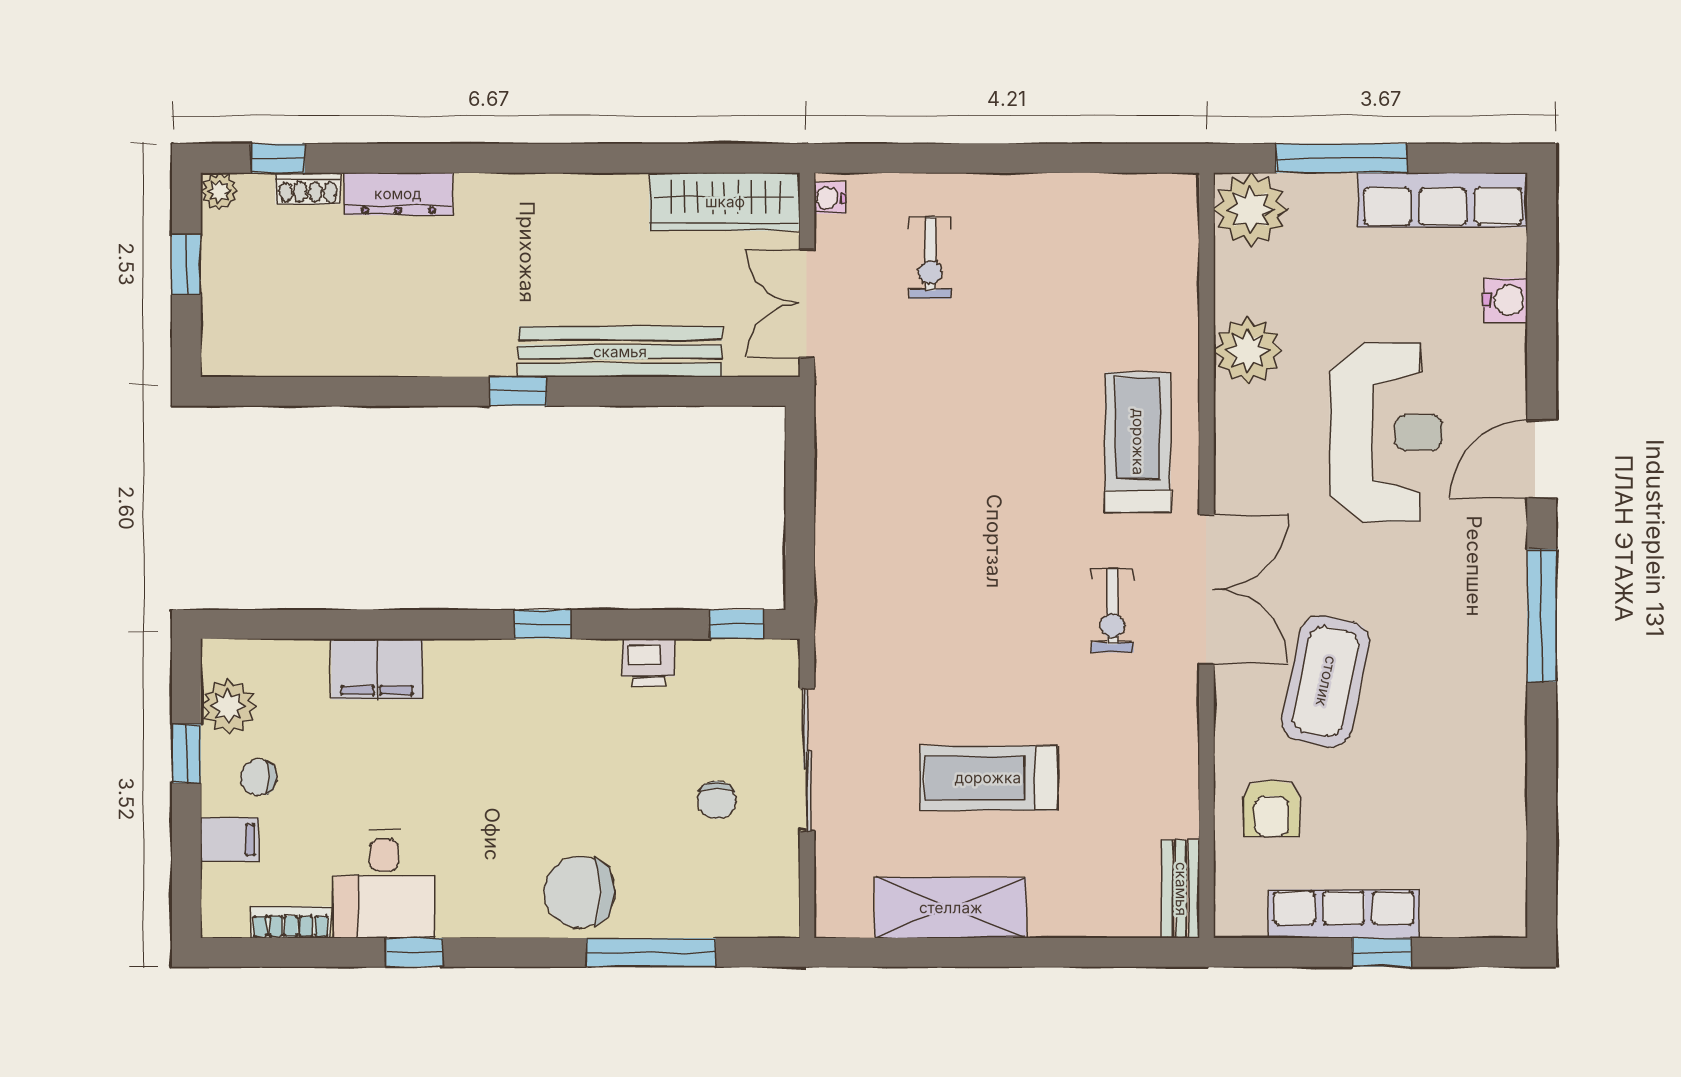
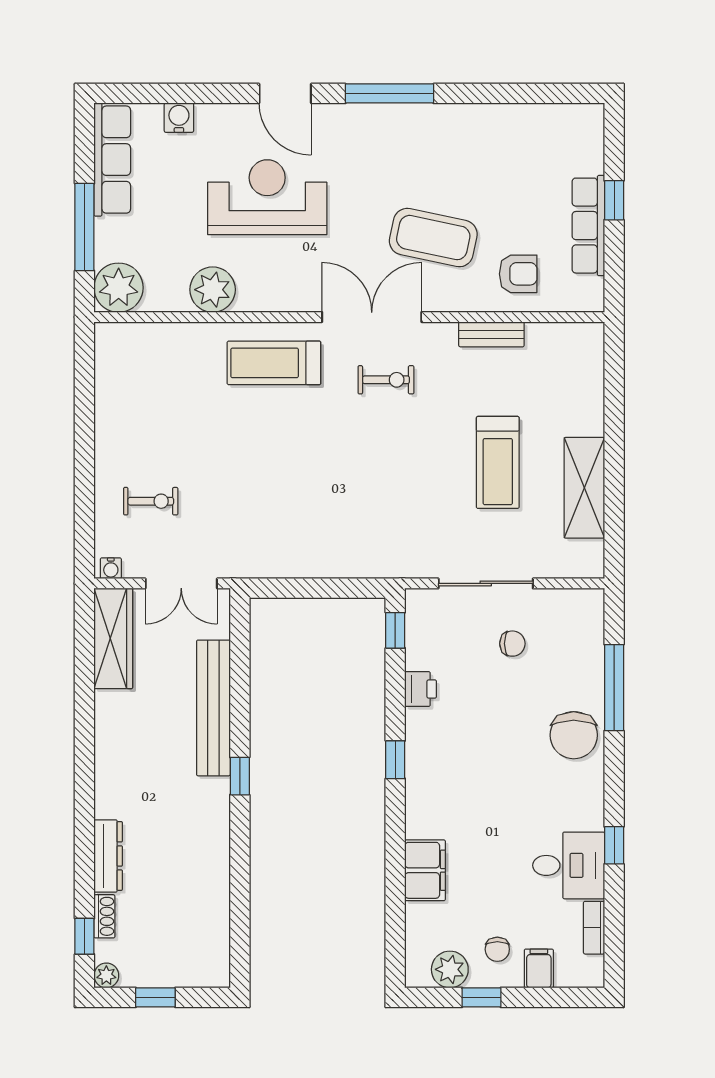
bench: (1181, 889) -> (491, 334), moved

